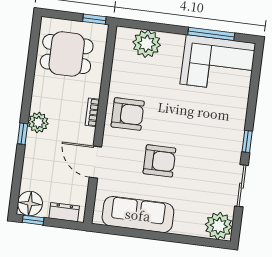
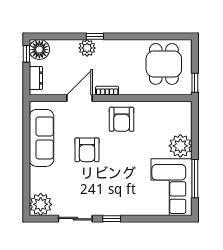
plant: (147, 44) -> (180, 146), moved
bookcase: (92, 112) -> (107, 91), moved
plant: (38, 122) -> (87, 48), moved

